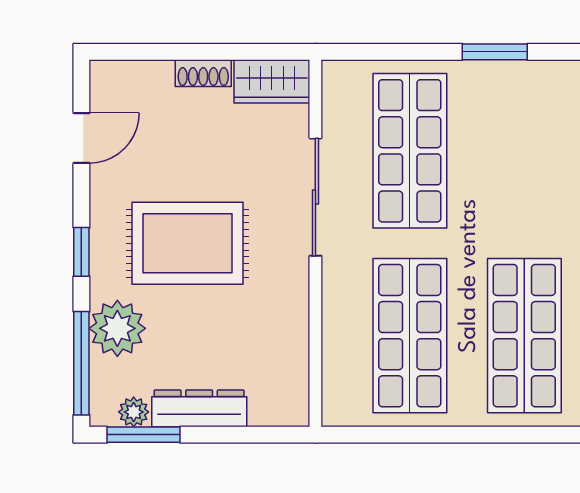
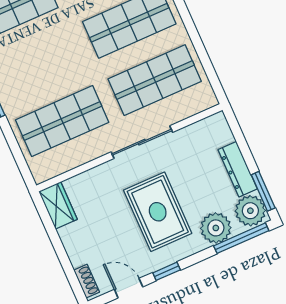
shoe rack: (203, 73) -> (87, 281), moved
sliding door: (315, 197) -> (142, 142), moved
window: (81, 252) -> (167, 271), moved
plant: (134, 412) -> (250, 211), width x1.88, depth x1.88

